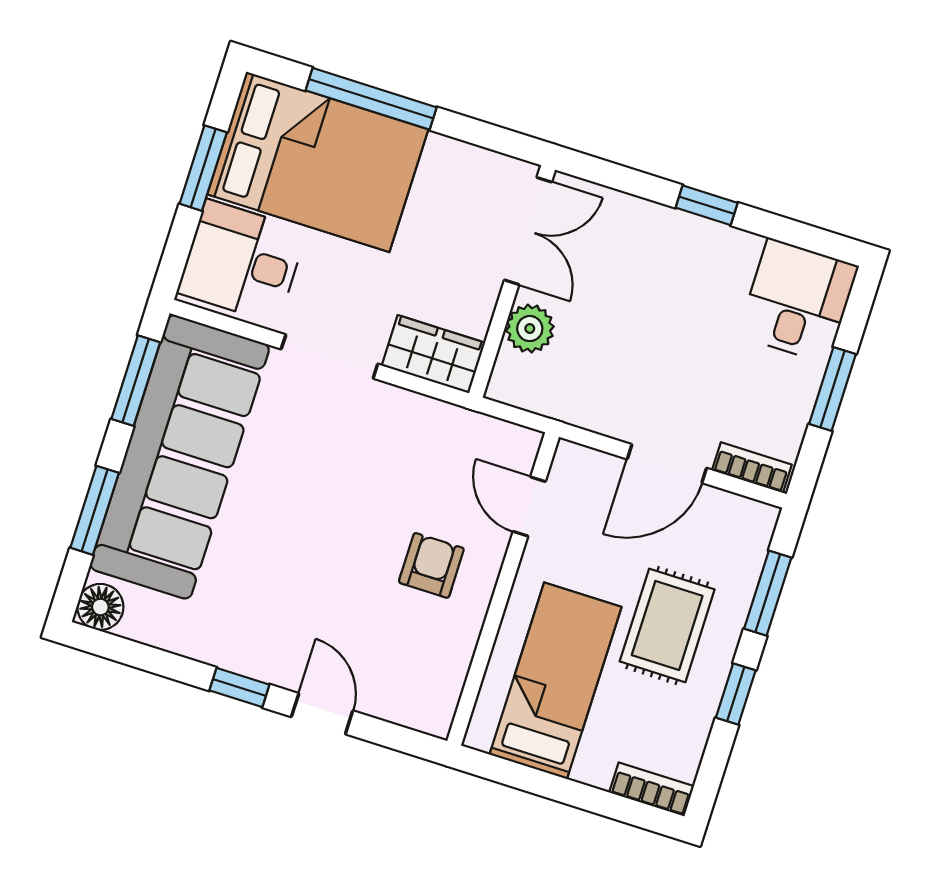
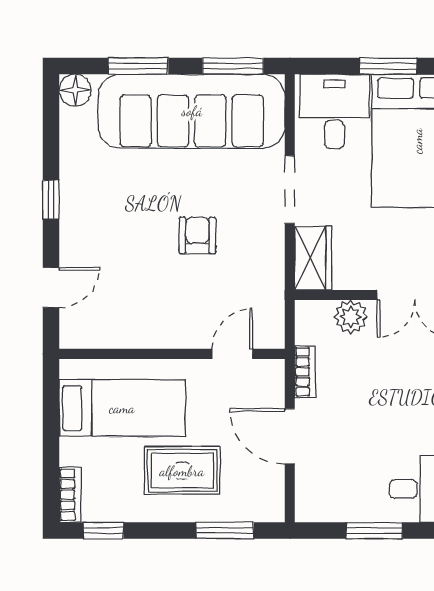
bookcase: (752, 468) -> (305, 372), moved
armchair: (431, 565) -> (197, 235), moved, turned -90
window: (736, 694) -> (103, 531), moved
door: (322, 714) -> (51, 287), moved

